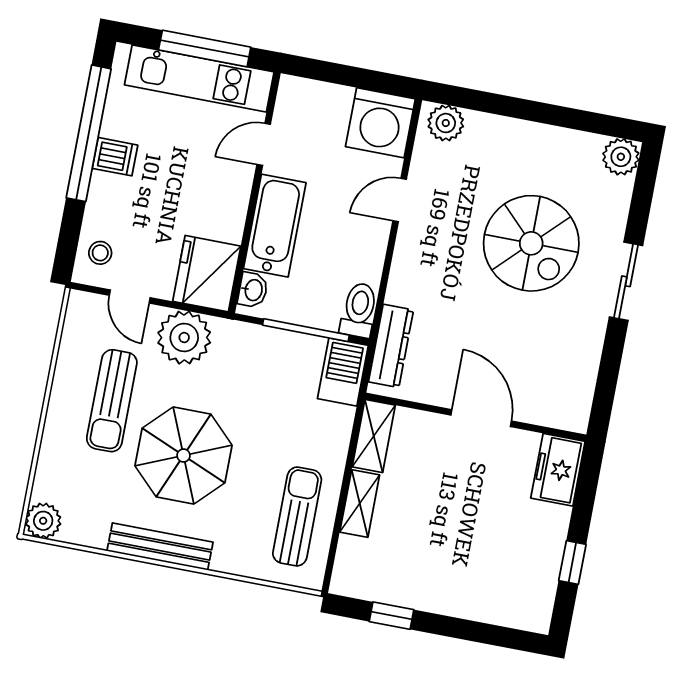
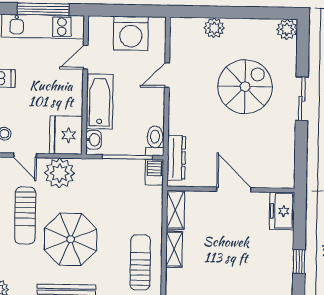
washing machine: (380, 123) -> (131, 33), moved
plant: (446, 123) -> (214, 28), moved
spiral stairs: (531, 243) -> (245, 87), turned -90
barbecue: (343, 372) -> (154, 172), width x0.73, depth x0.79

